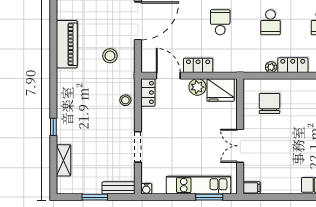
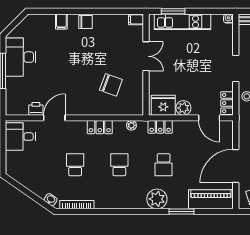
locker: (198, 65) -> (160, 127), moved
plant: (271, 67) -> (131, 125), moved
chair: (269, 103) -> (111, 85), moved, turned -70
doorway: (138, 147) -> (236, 68), moved

